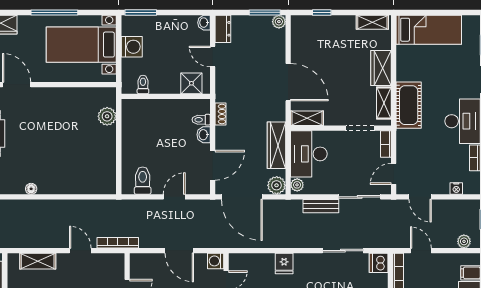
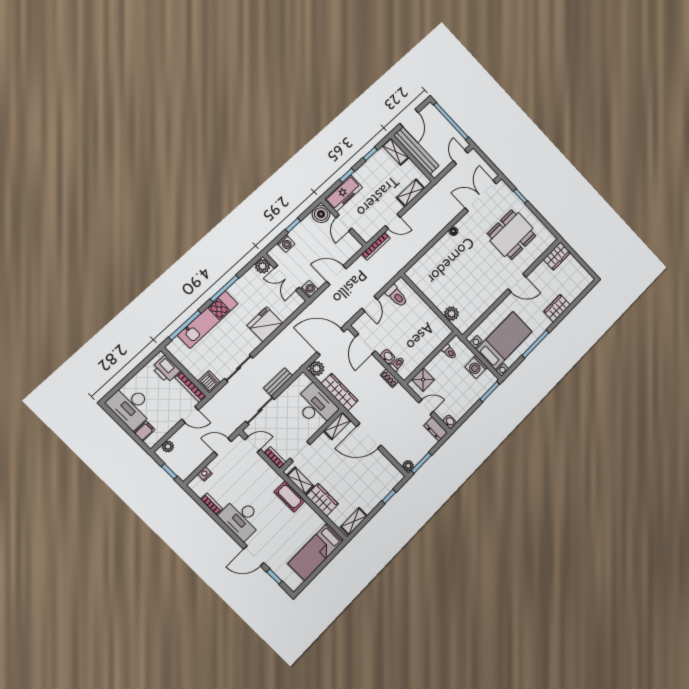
cot: (409, 105) -> (290, 496), width x0.73, depth x0.75
door: (394, 174) -> (253, 444), hinge flipped
plant: (297, 185) -> (305, 381), removed
fridge: (284, 263) -> (265, 324), width x1.88, depth x1.34

